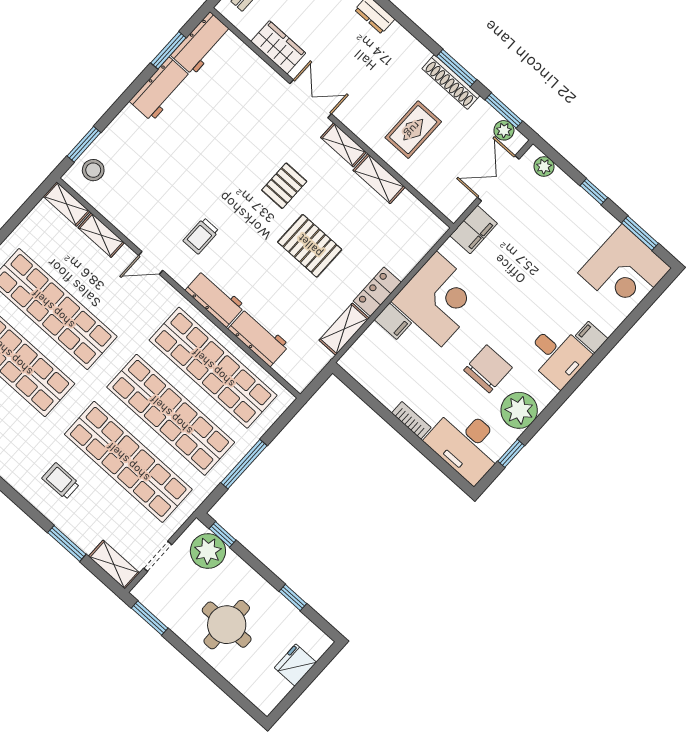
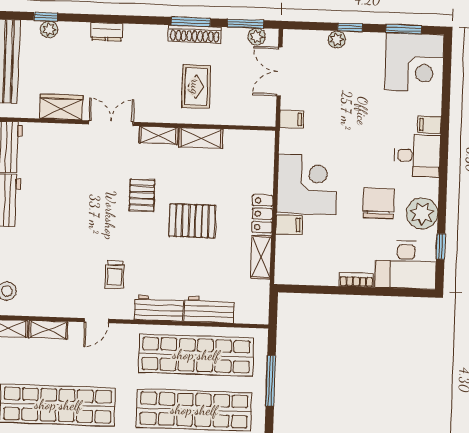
plant: (544, 166) -> (337, 39), moved
filing cabinet: (474, 230) -> (292, 119), width x0.50
window: (244, 464) -> (271, 381), moved

